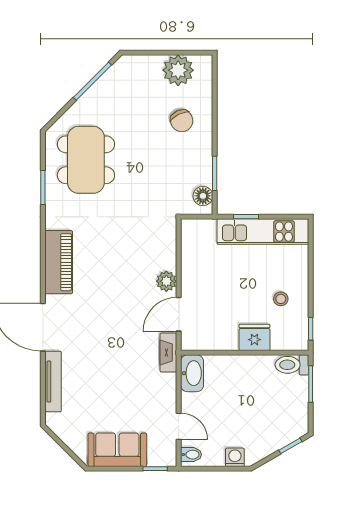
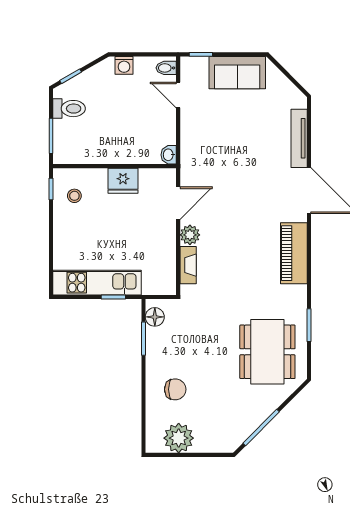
chair: (182, 121) -> (175, 389), turned 116
stool: (281, 299) -> (74, 196), moved
fridge: (254, 337) -> (123, 181), moved
fireplace: (168, 353) -> (188, 265), moved
toilet: (292, 365) -> (69, 109), moved
washbasin: (192, 373) -> (169, 155), width x0.52, depth x0.69

